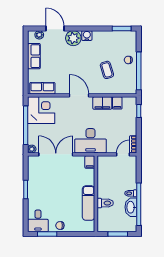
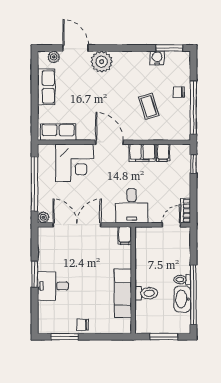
water cooler: (87, 36) -> (157, 58), moved
corner desk: (41, 110) -> (75, 163), moved, turned 90
desk: (91, 141) -> (132, 206), width x0.73
desk: (38, 221) -> (53, 286), moved, turned 90

